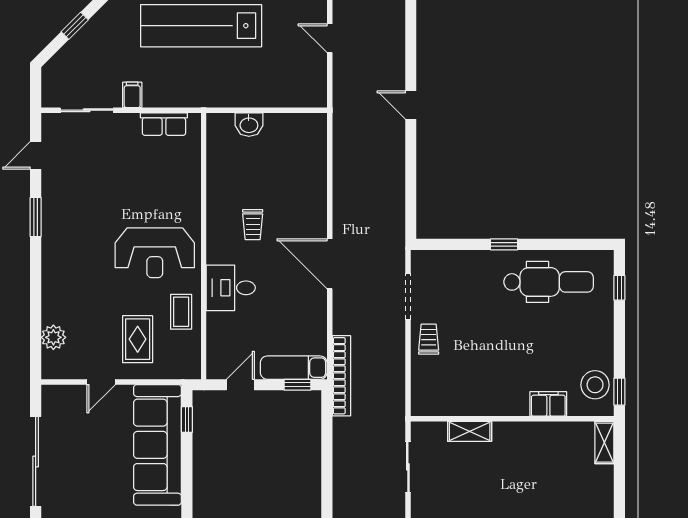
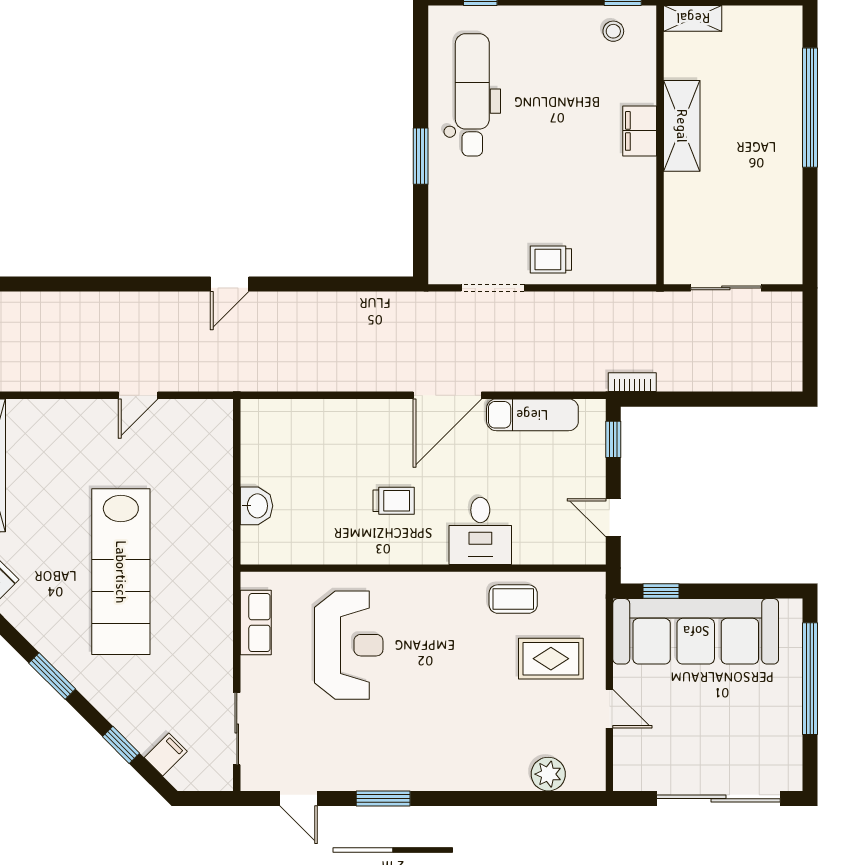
filing cabinet: (132, 95) -> (166, 754), moved, turned 135
window: (504, 244) -> (421, 156), width x1.50
reception desk: (155, 253) -> (349, 645), moved
exam couch: (294, 368) -> (532, 415), moved, turned -90
bookcase: (341, 376) -> (632, 382), width x0.43, depth x0.76
stool: (595, 385) -> (613, 31), width x0.53, depth x0.53
filing cabinet: (548, 404) -> (640, 131), moved
shelving: (470, 431) -> (682, 126), moved, width x1.50, depth x1.33

